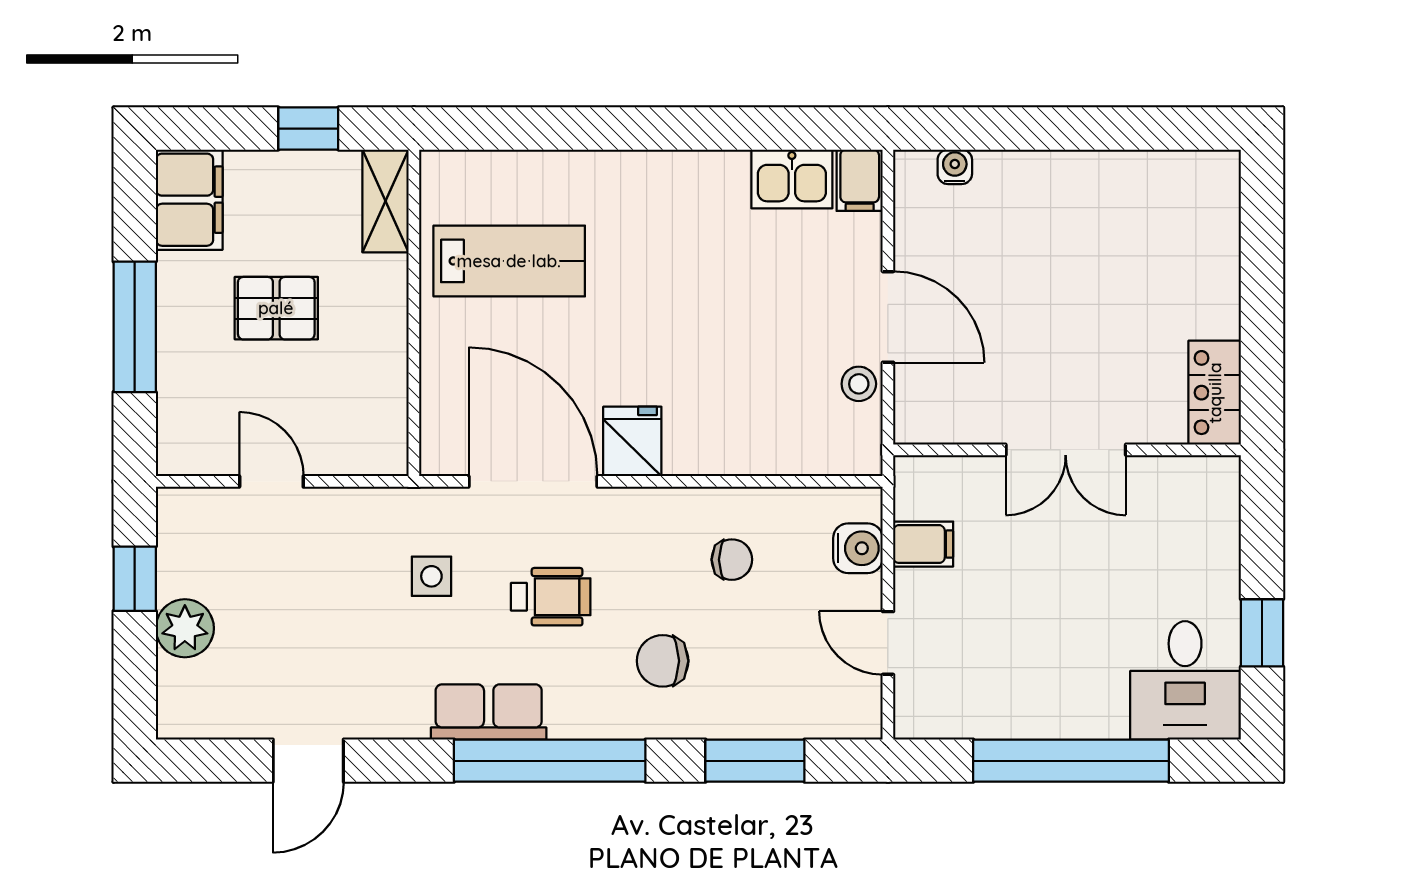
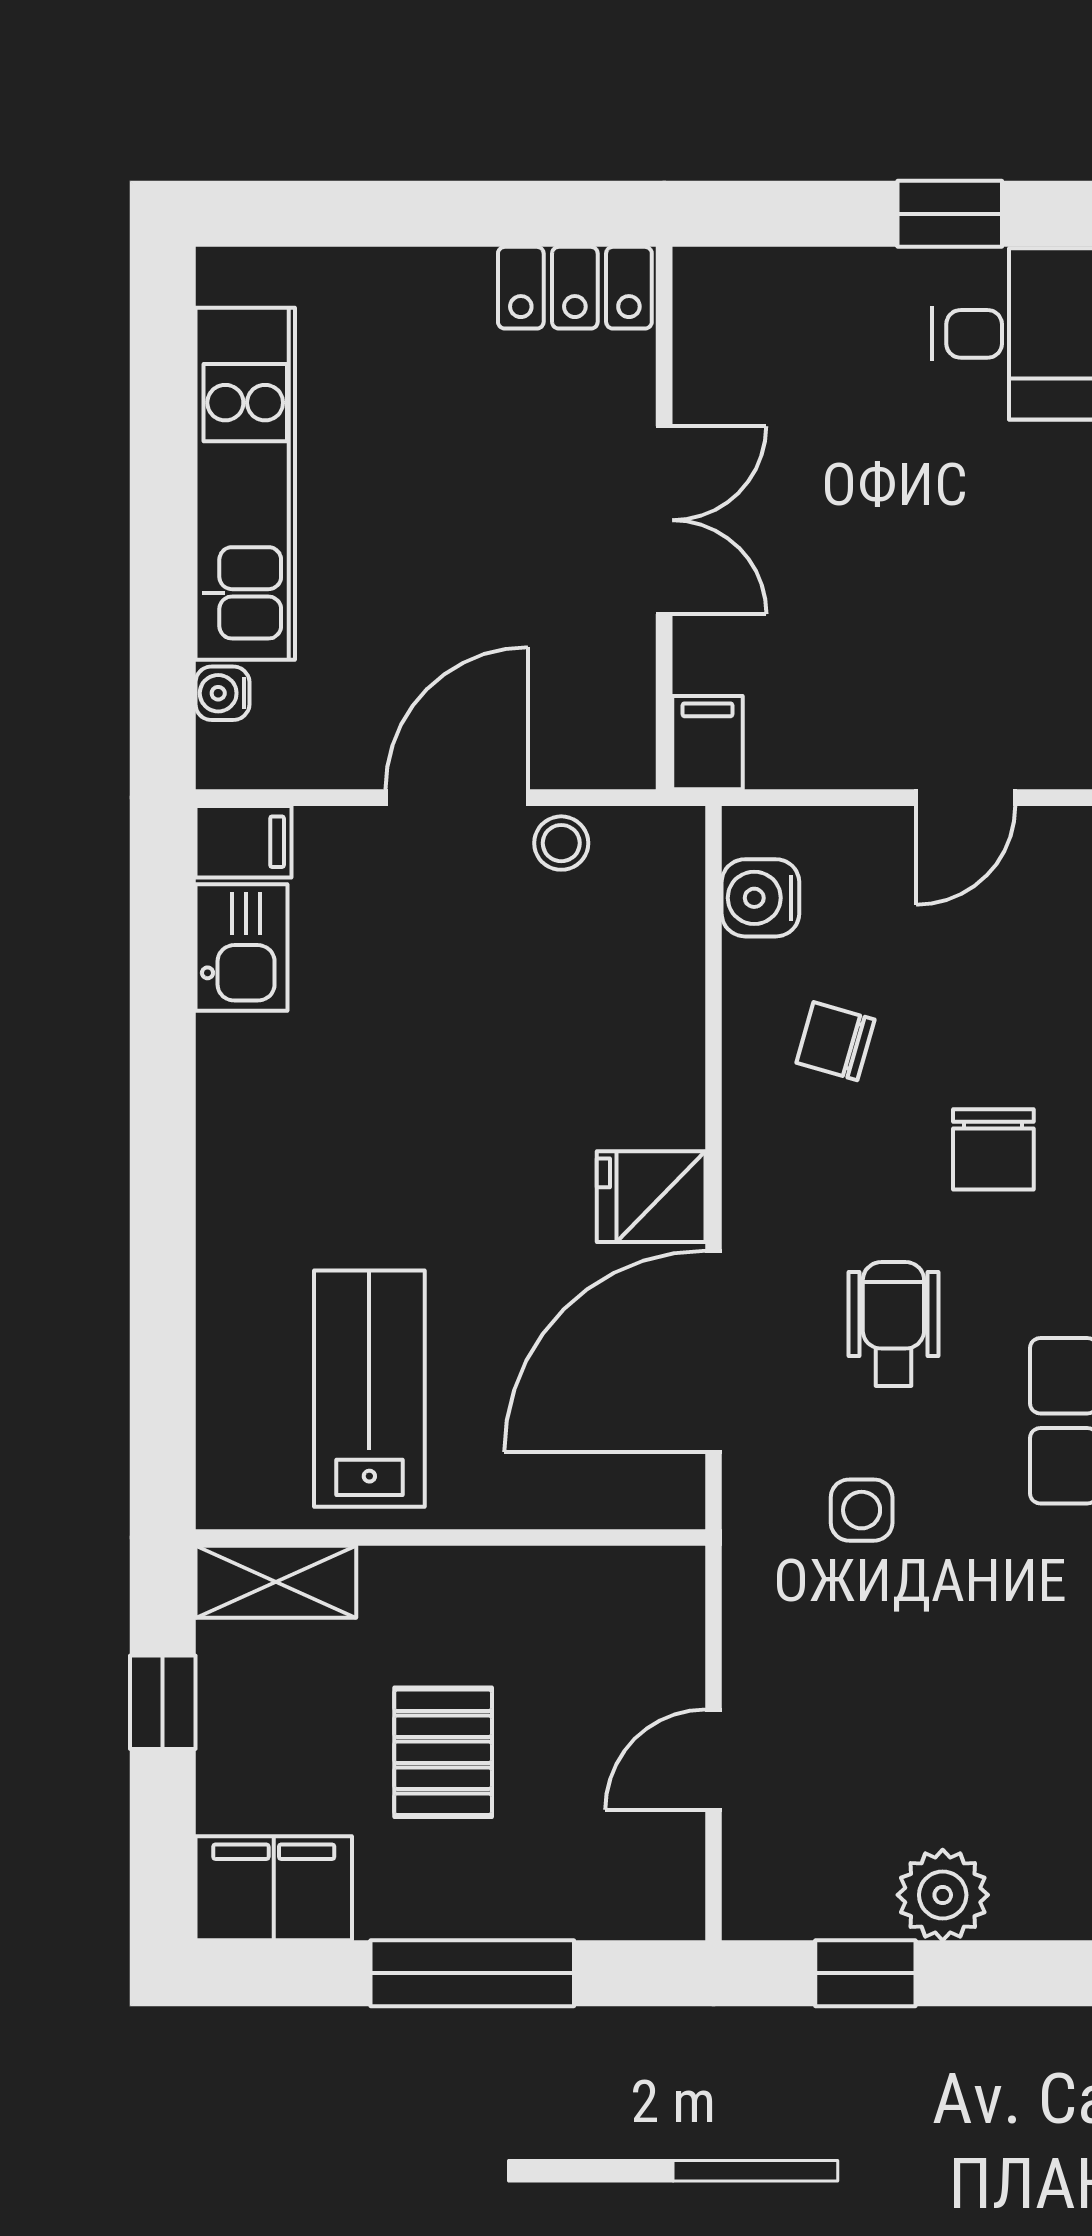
kitchen unit: (1089, 181) -> (245, 484), added
filing cabinet: (923, 544) -> (708, 743), moved
water cooler: (858, 548) -> (760, 898), moved, turned -90
chair: (732, 560) -> (835, 1041), turned -74

